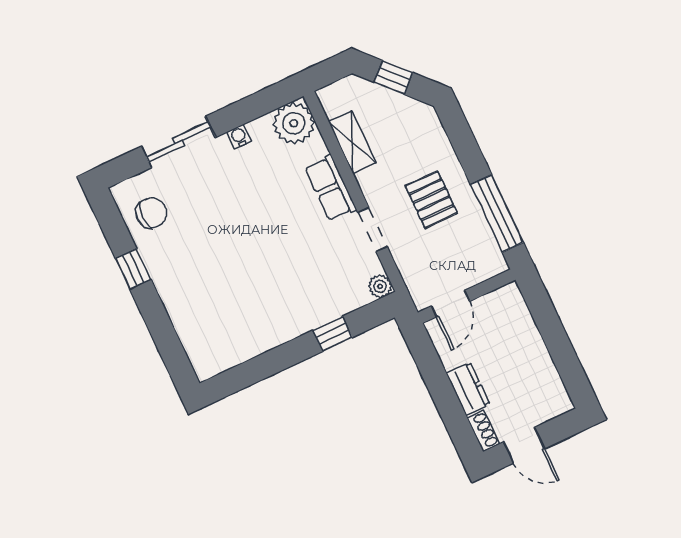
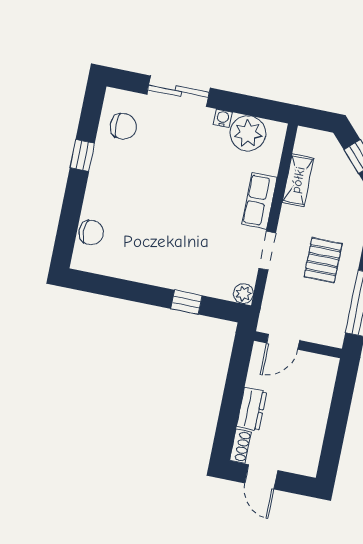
plant: (294, 123) -> (248, 133), moved
chair: (195, 335) -> (91, 233), added

